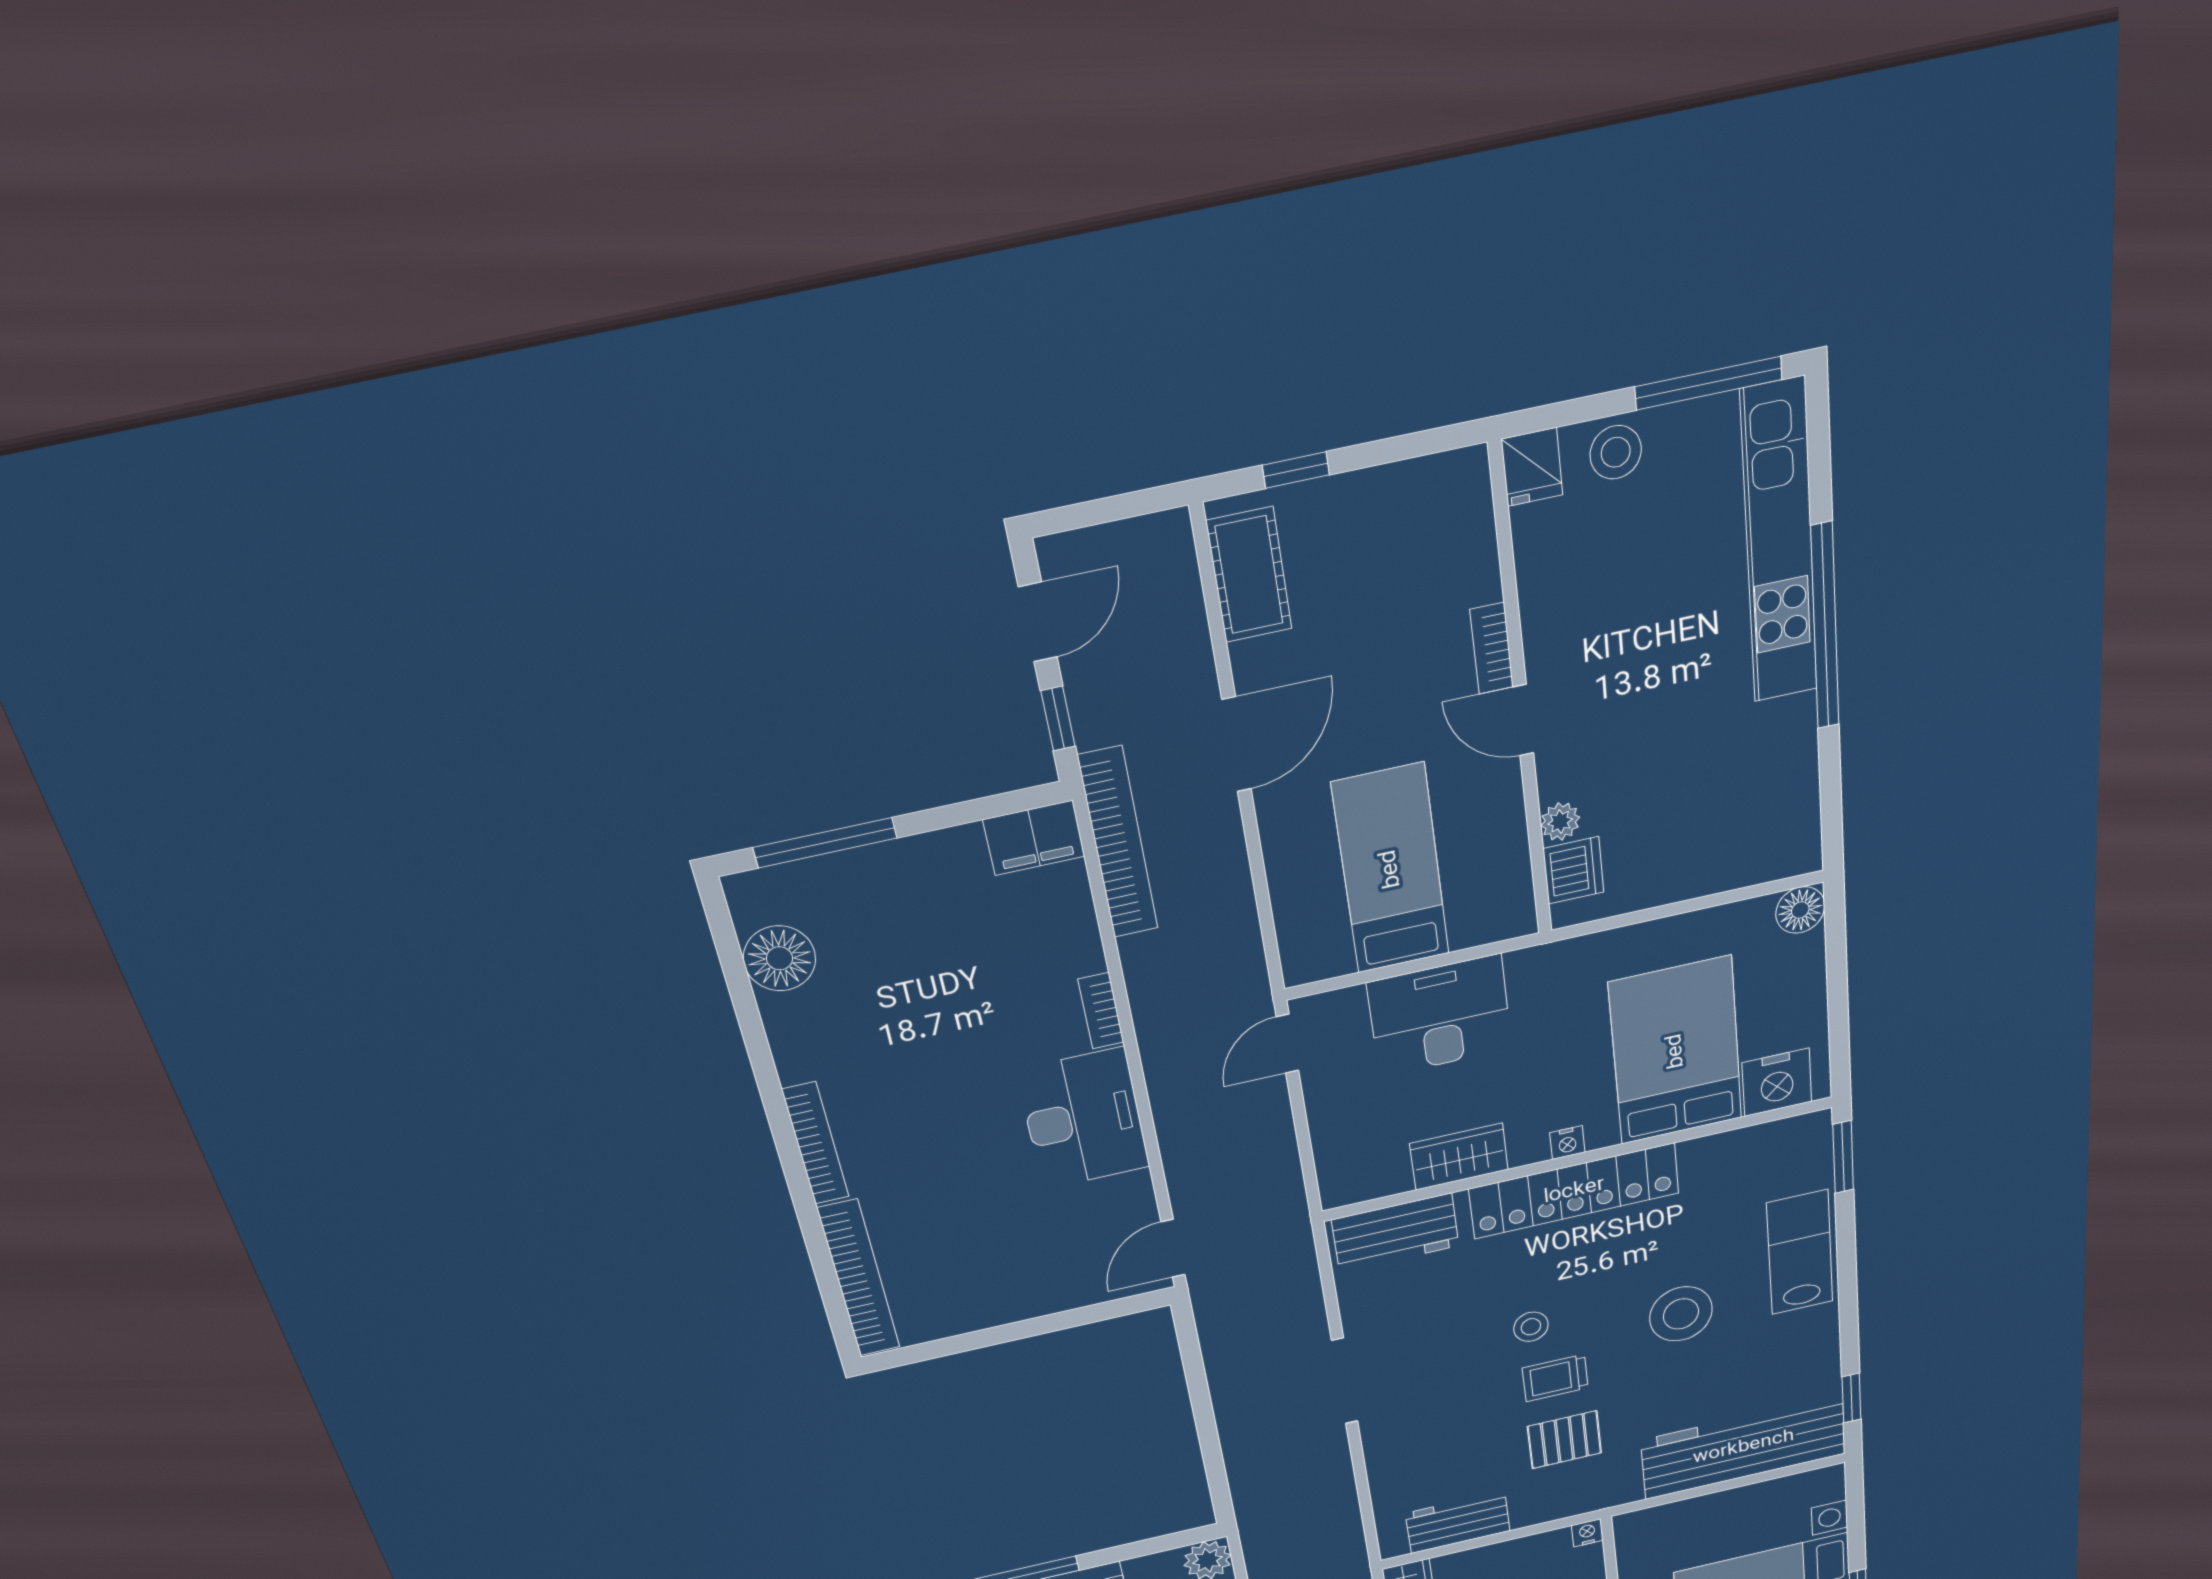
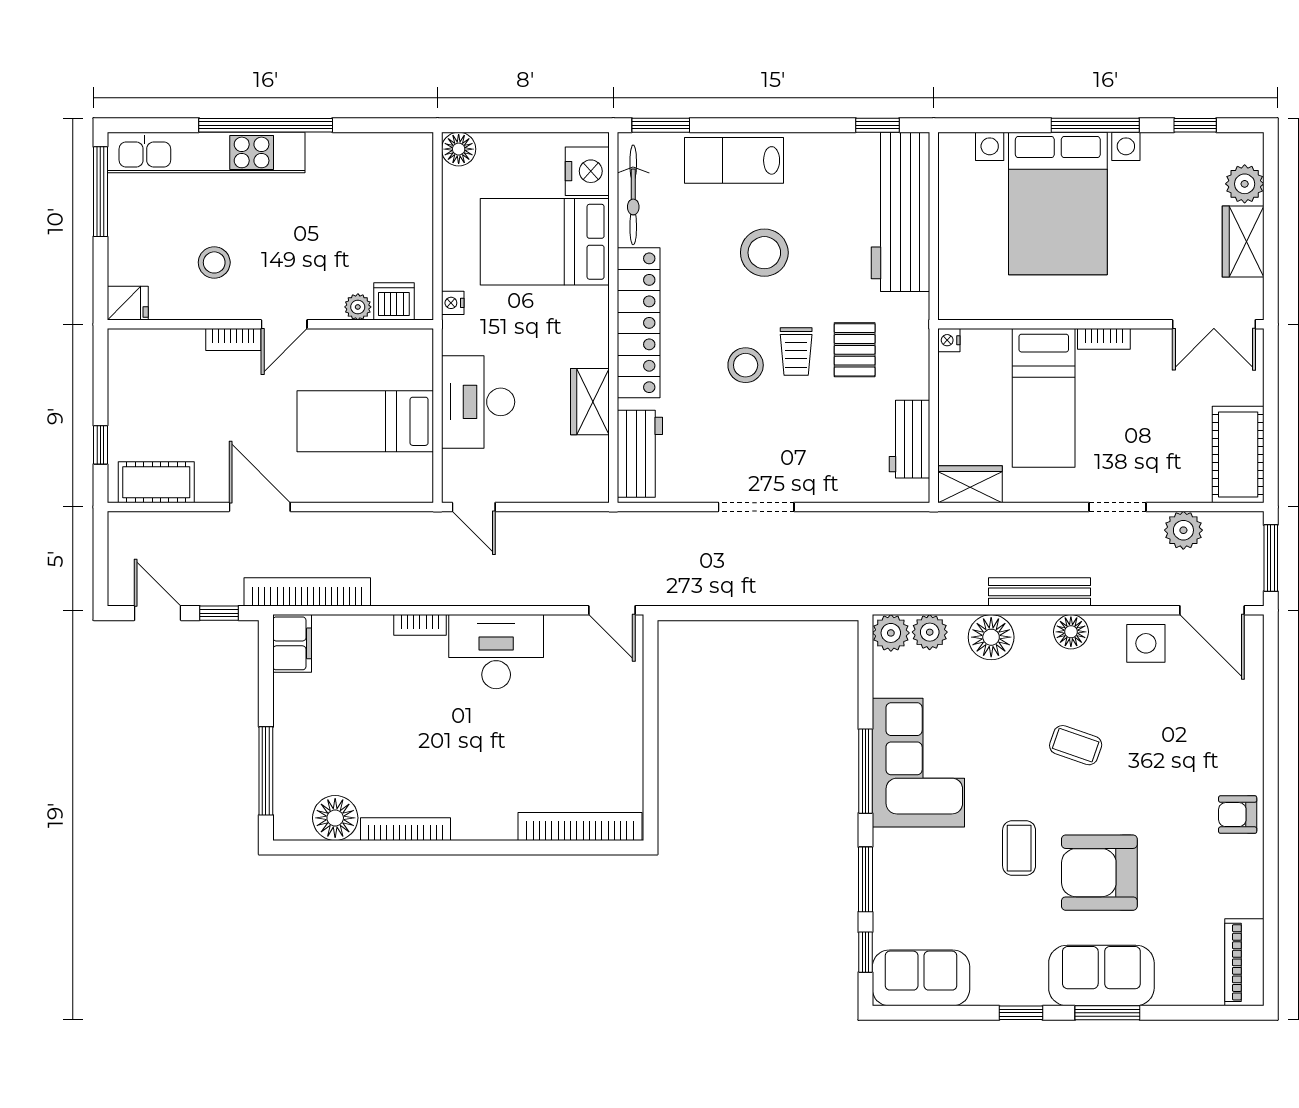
stool: (1616, 452) -> (214, 262), moved
bookcase: (816, 1143) -> (405, 829), moved
nightstand: (1567, 1143) -> (453, 303), moved, turned 180
bicycle: (1748, 1145) -> (633, 195), added
stool: (1531, 1327) -> (746, 365), width x1.37, depth x1.37

